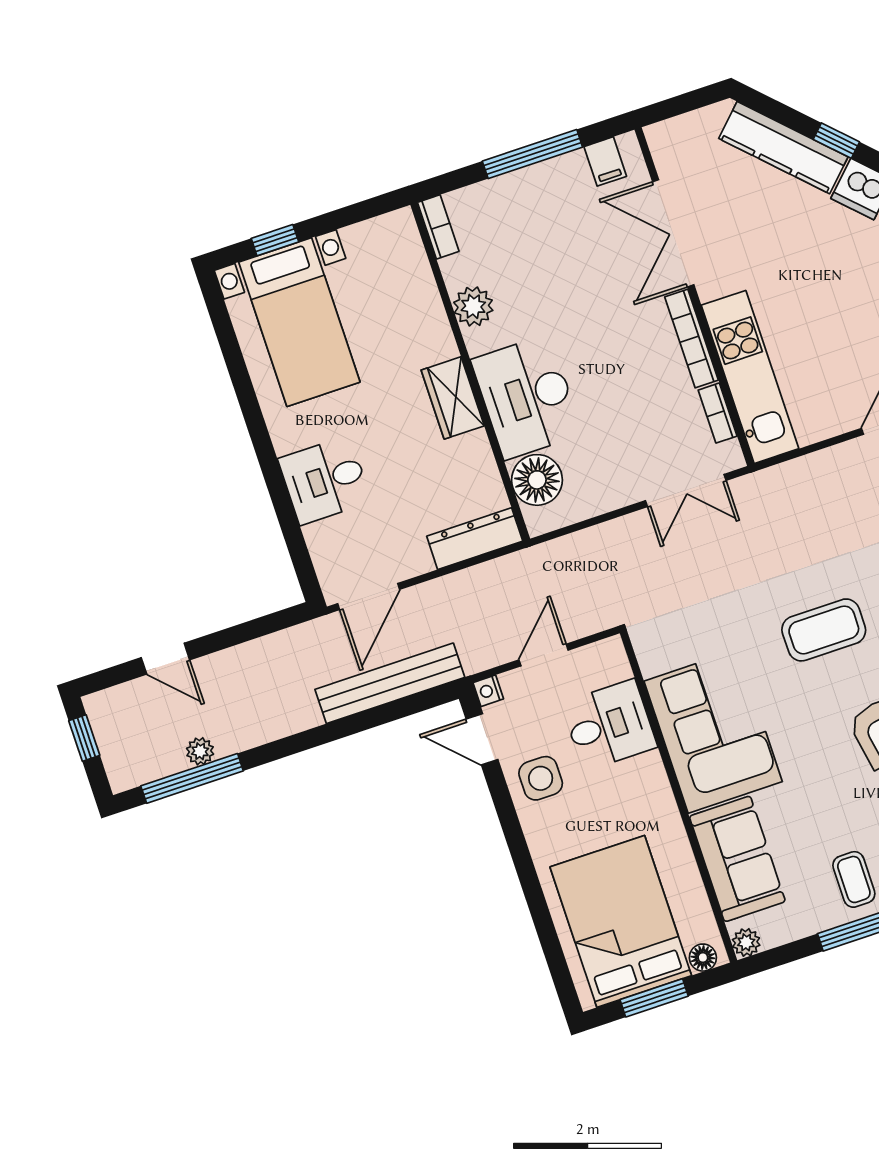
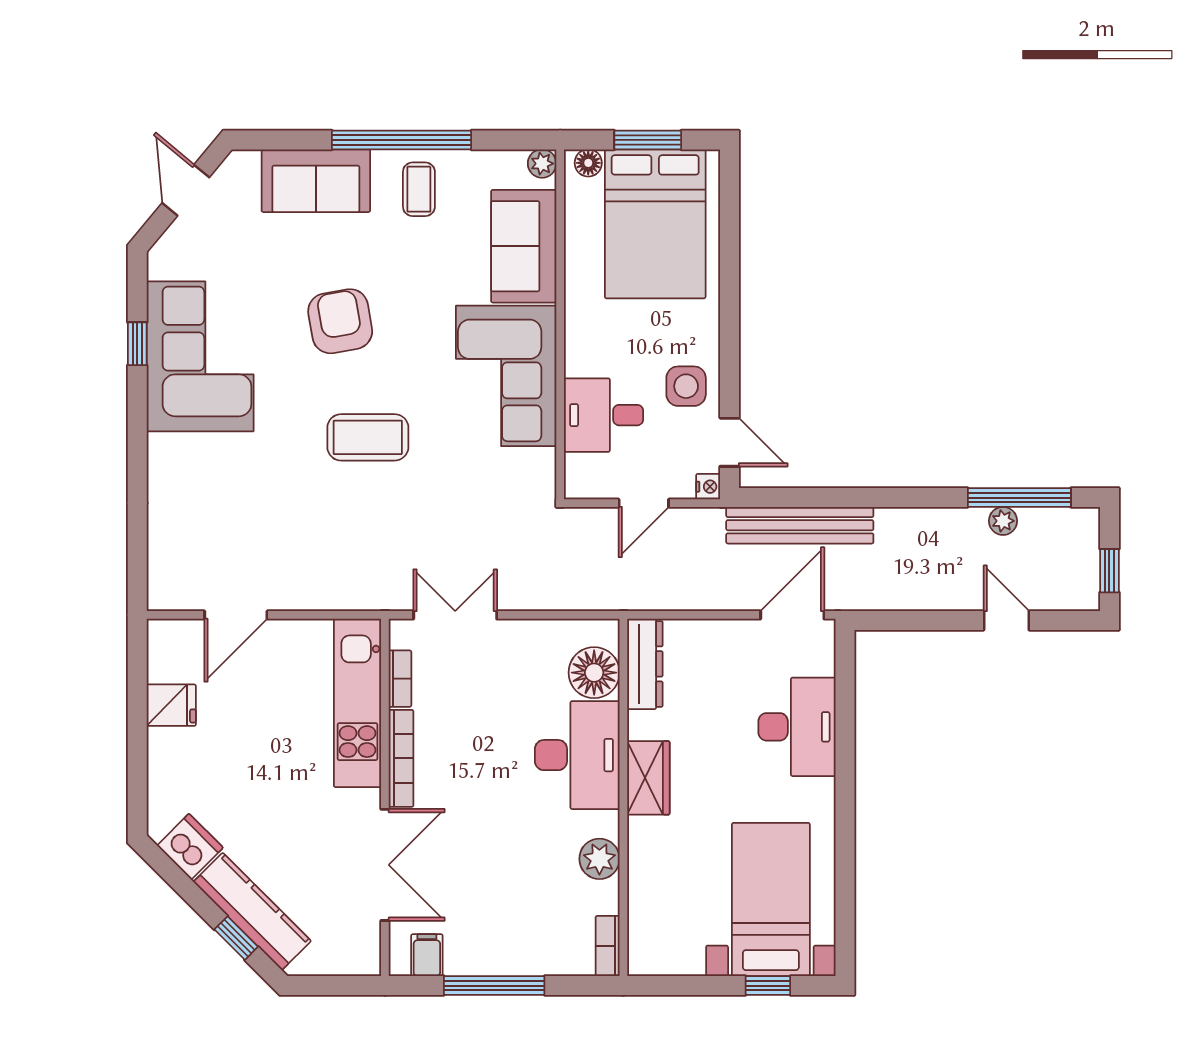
window: (836, 141) -> (236, 938), moved
desk: (325, 480) -> (797, 727), width x1.37
dresser: (475, 539) -> (645, 664), moved, turned -90

